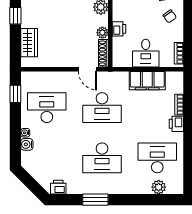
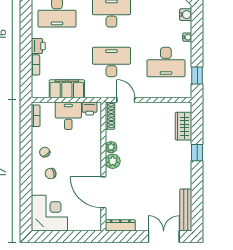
printer: (119, 29) -> (90, 108), moved, turned -90
plant: (102, 33) -> (111, 147), moved
water cooler: (27, 144) -> (186, 15), moved

